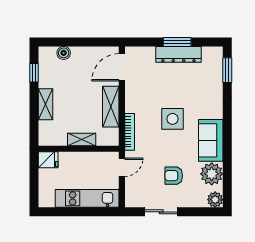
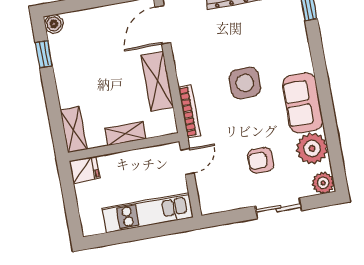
boiler: (64, 53) -> (54, 24), moved
shelving: (45, 104) -> (74, 130), moved
sliding door: (161, 212) -> (278, 208), moved

